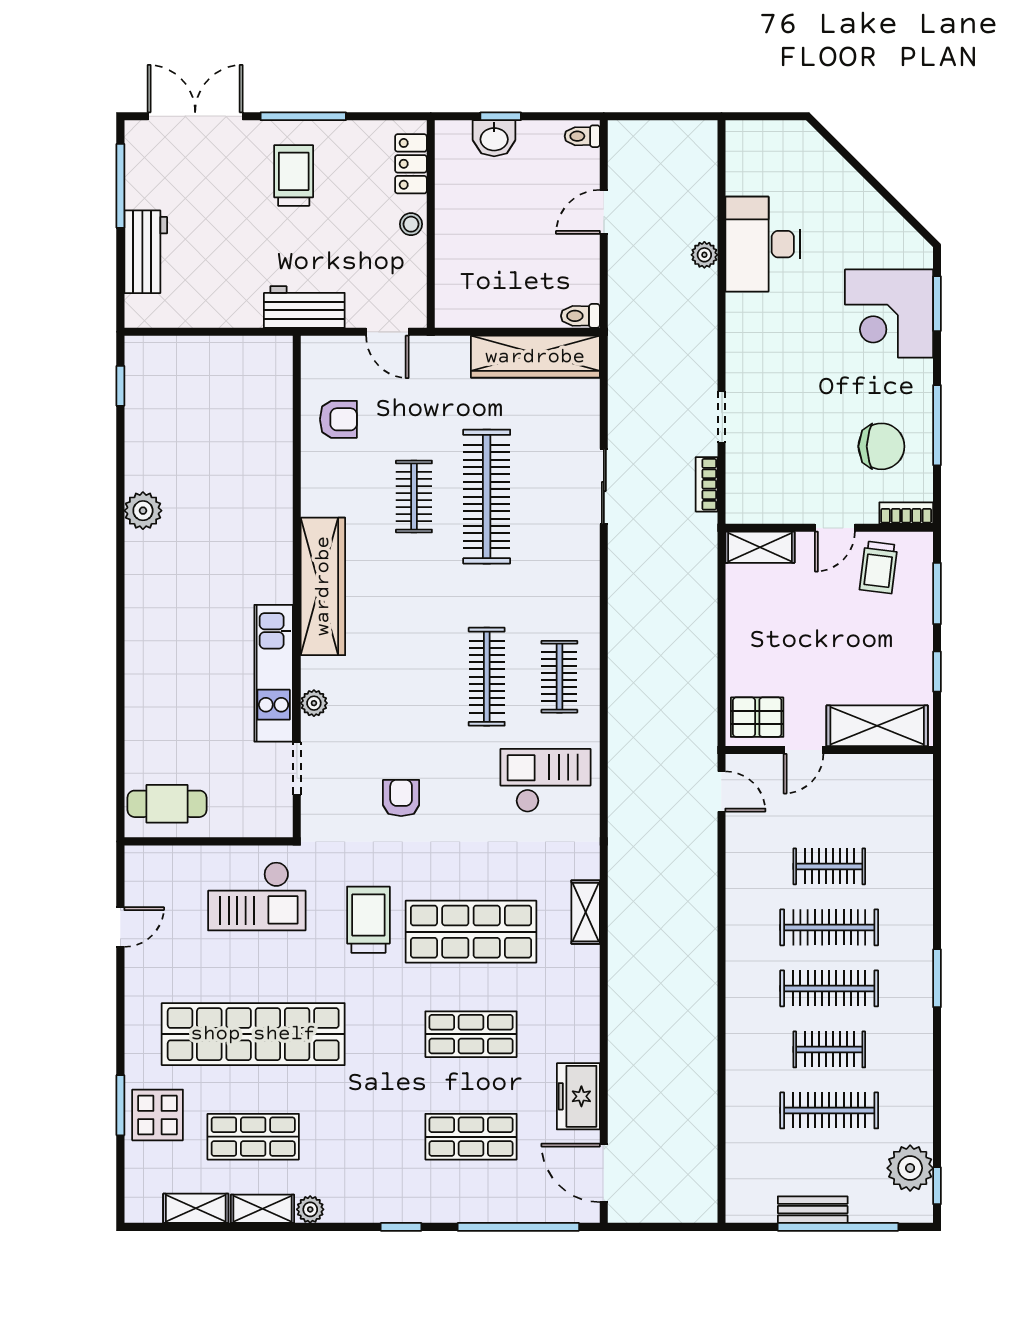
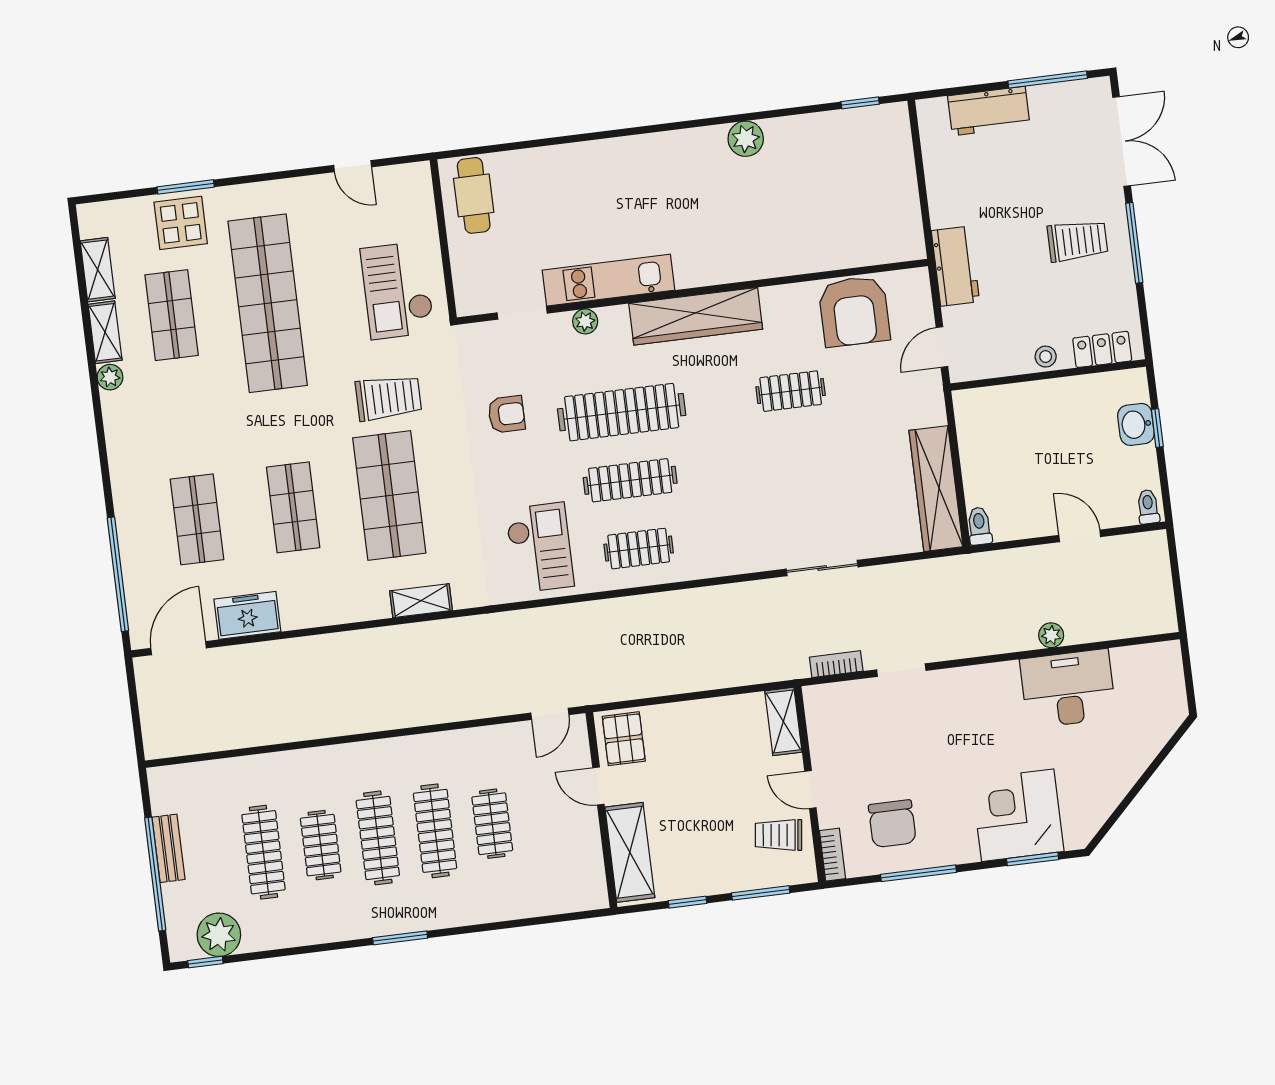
armchair: (338, 419) -> (854, 311), width x1.88, depth x1.88
clothes rail: (487, 497) -> (622, 412), moved
window: (401, 1227) -> (104, 464), removed

